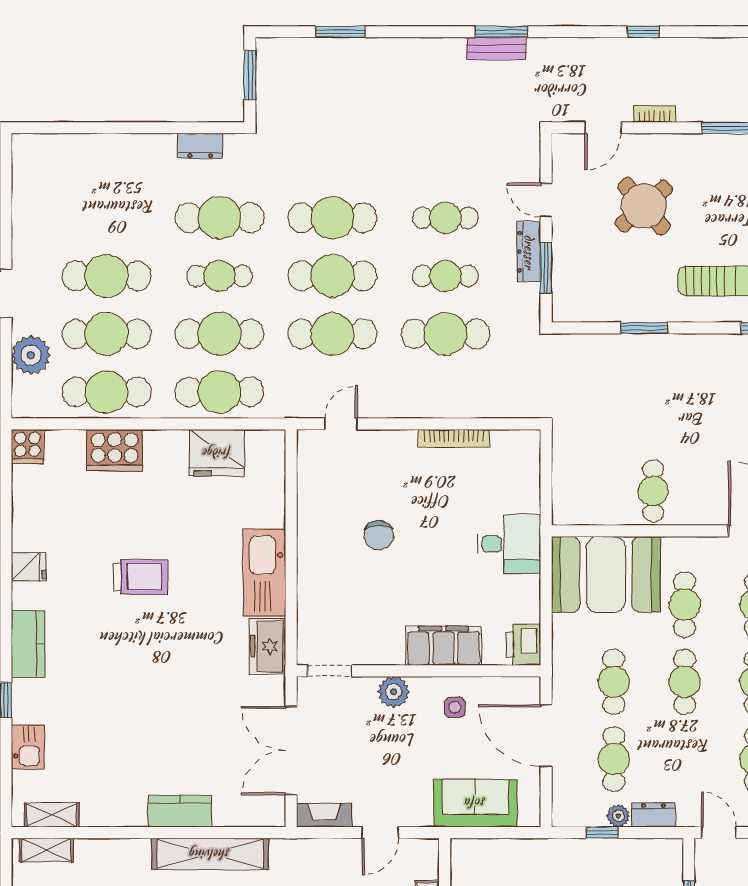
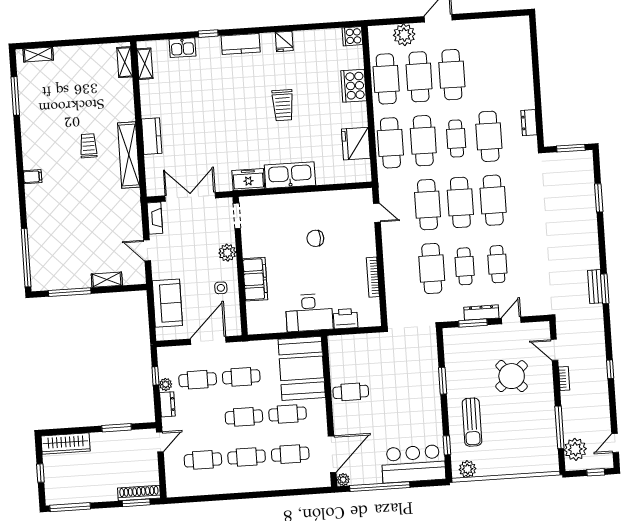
desk: (509, 544) -> (309, 313), width x1.37
printer: (524, 645) -> (345, 319), moved

